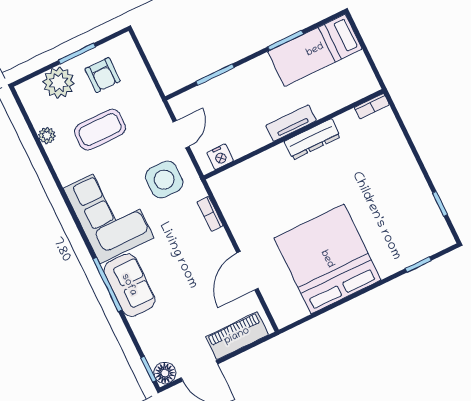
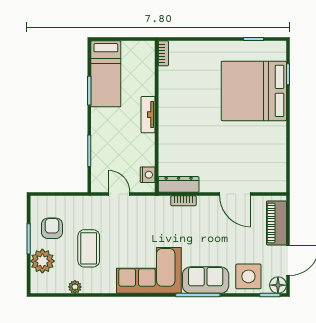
armchair: (103, 75) -> (52, 228), turned -90
dresser: (312, 139) -> (179, 184), moved, turned -90
side table: (164, 180) -> (248, 276), moved
bed: (327, 259) -> (254, 91), moved

